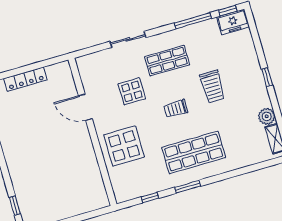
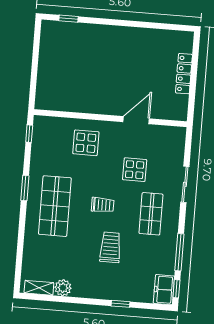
window: (267, 77) -> (121, 304), moved
trolley: (212, 87) -> (110, 247), turned 90
trolley: (176, 109) -> (103, 205), turned 90
display table: (124, 146) -> (86, 143), width x0.73, depth x0.73
window: (150, 198) -> (29, 134), moved

